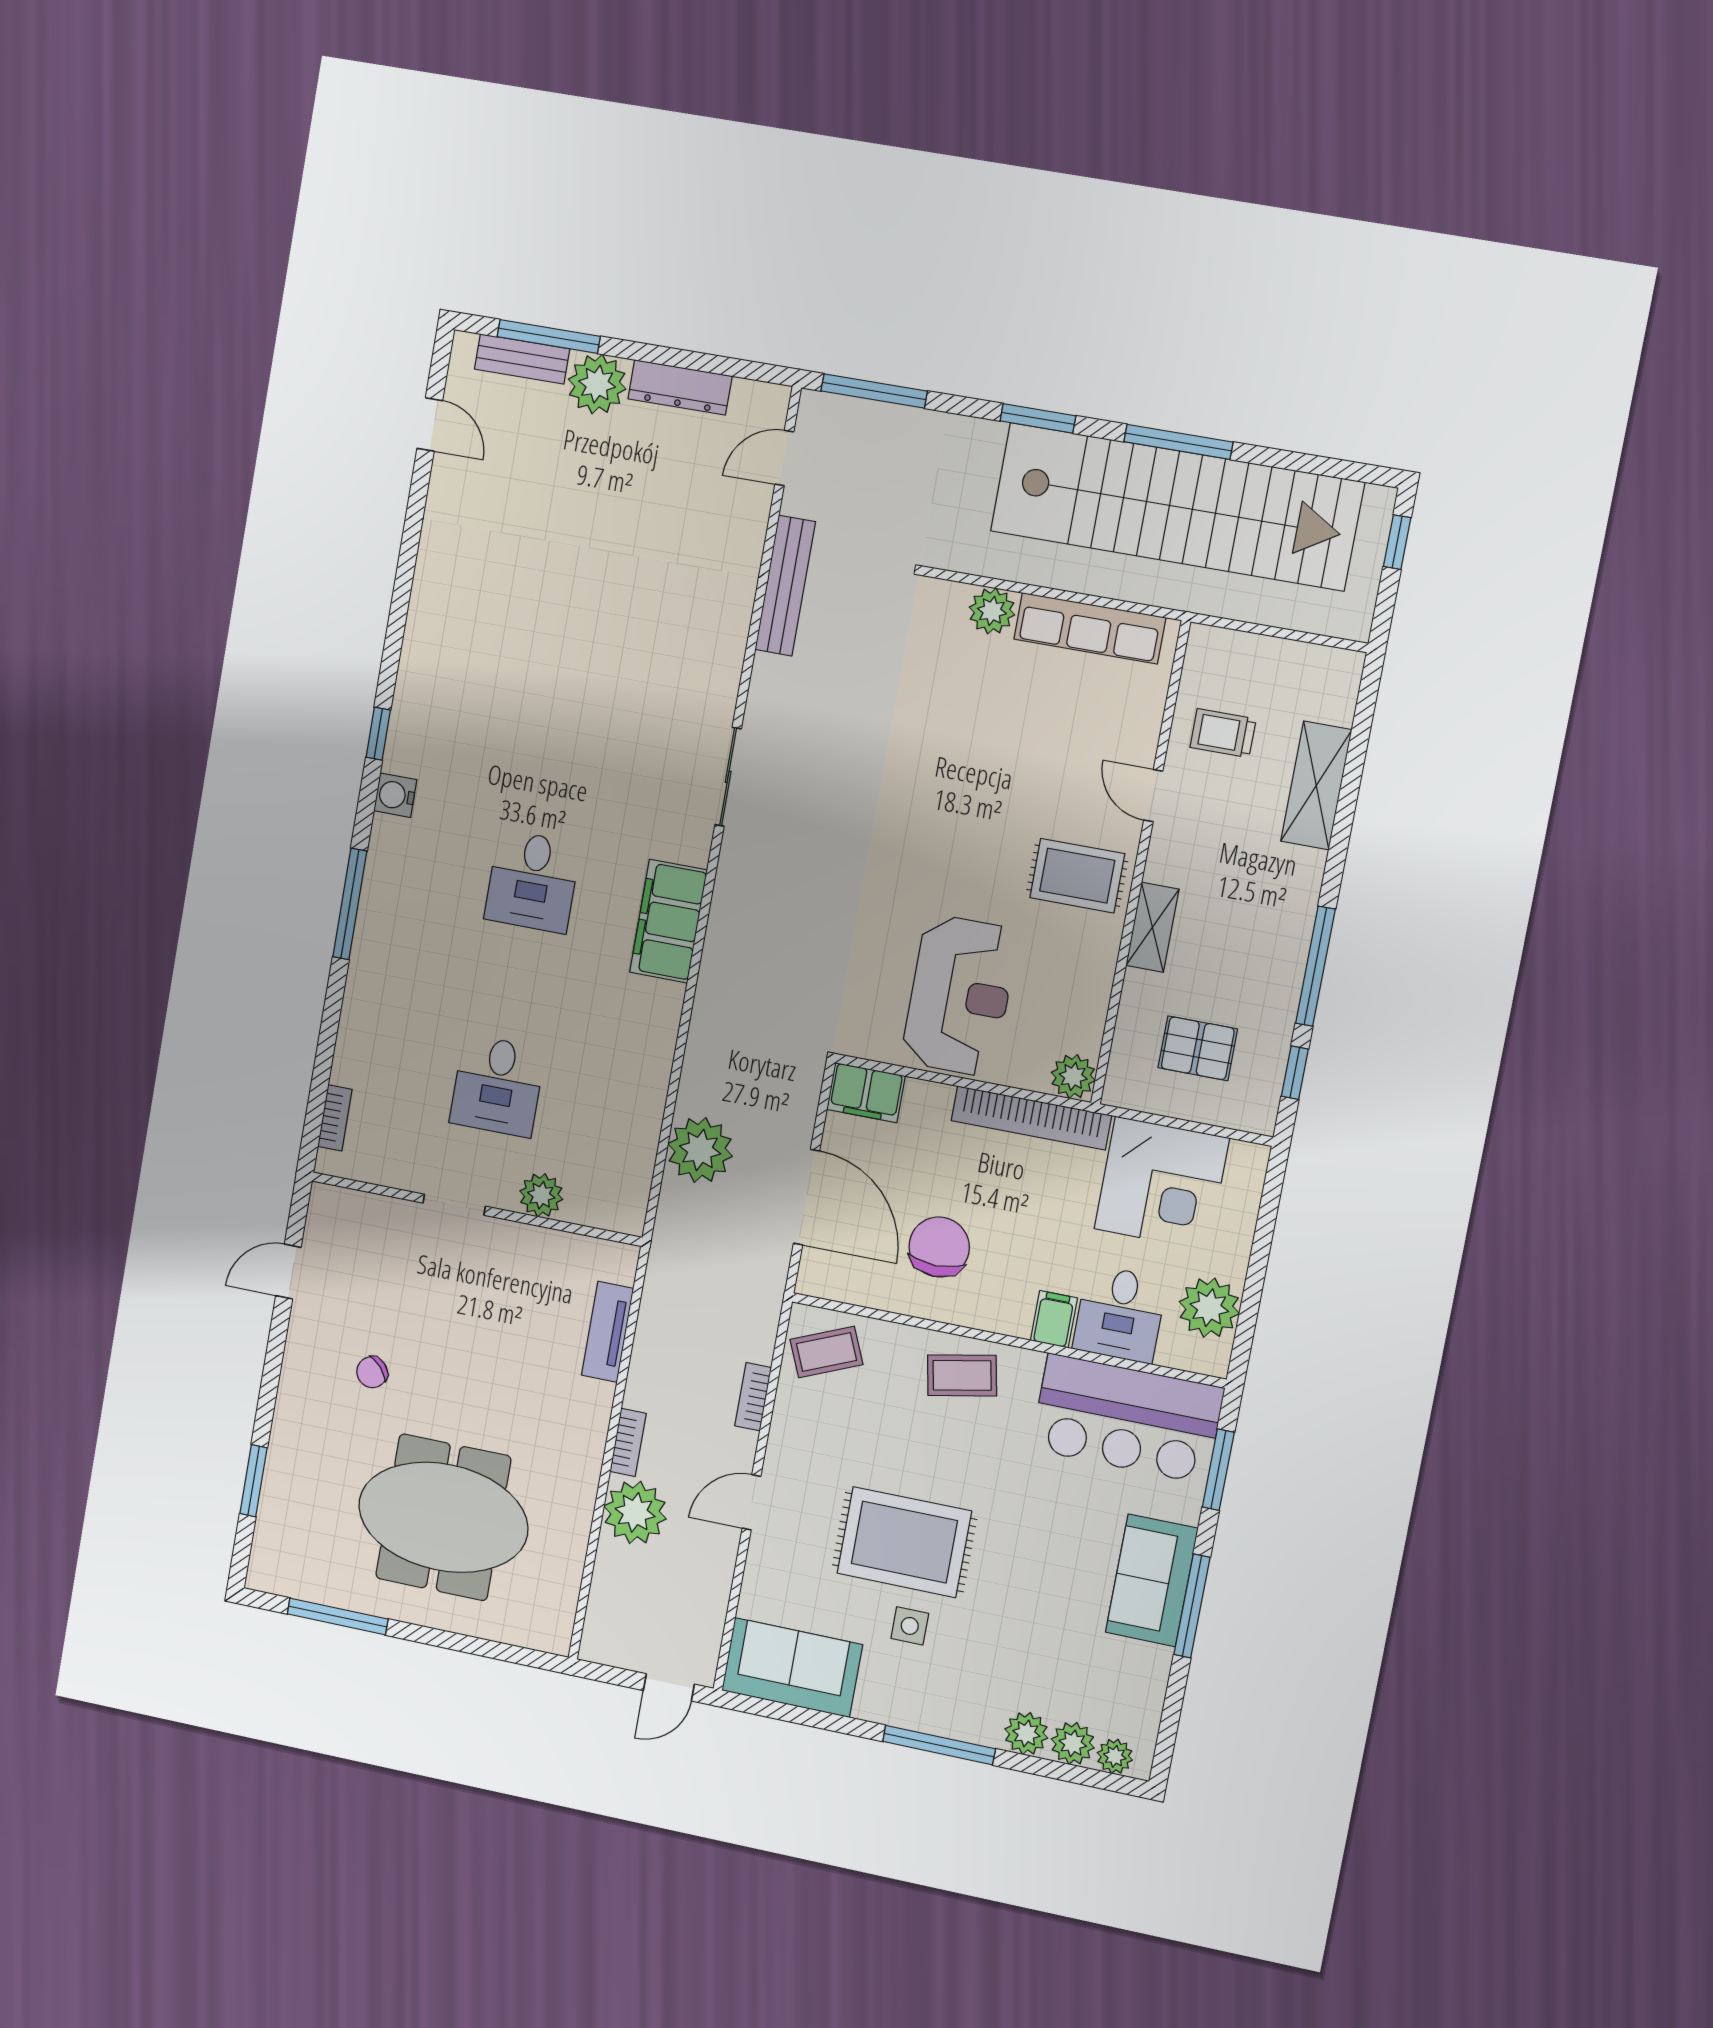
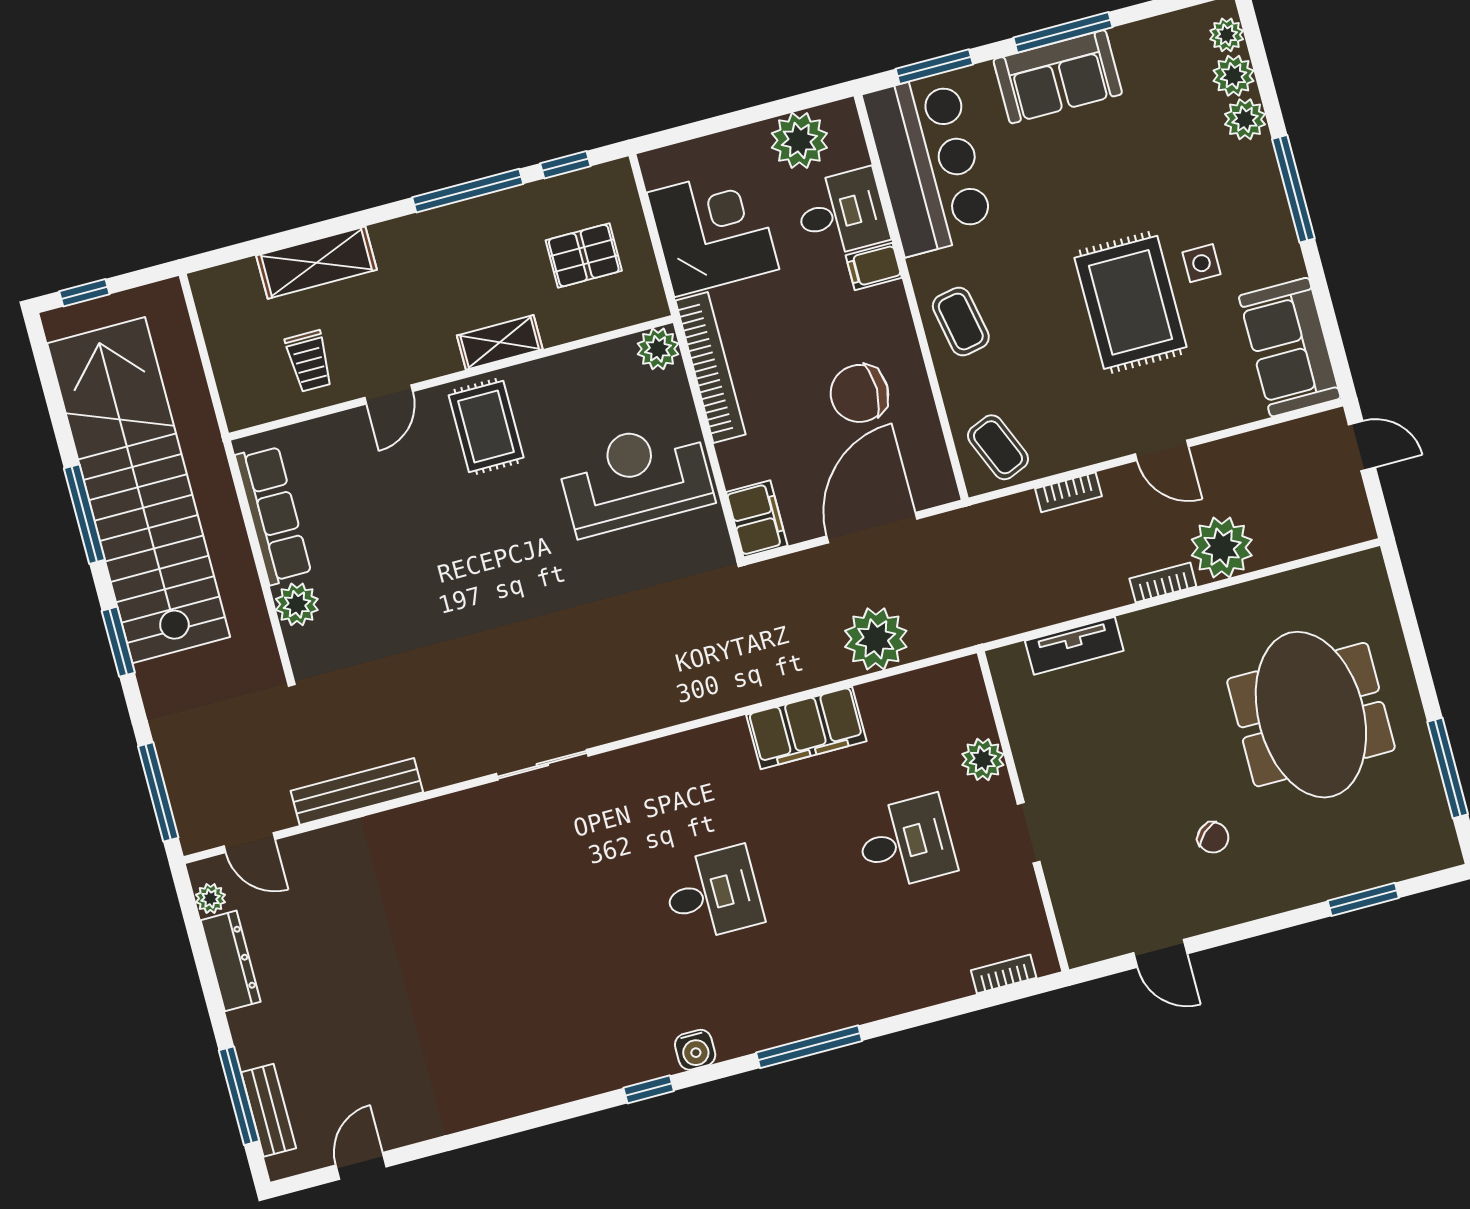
plant: (597, 384) -> (210, 898), moved, width x0.53, depth x0.53
filing cabinet: (668, 921) -> (806, 728), moved
pallet: (1198, 1048) -> (584, 256), turned 90

